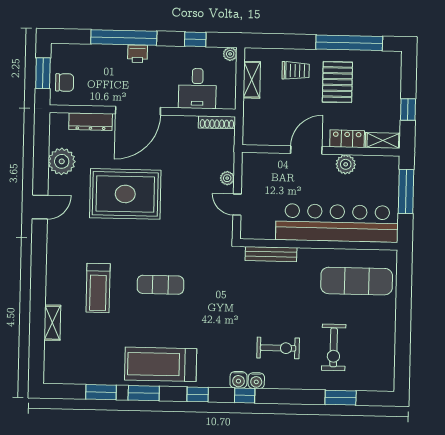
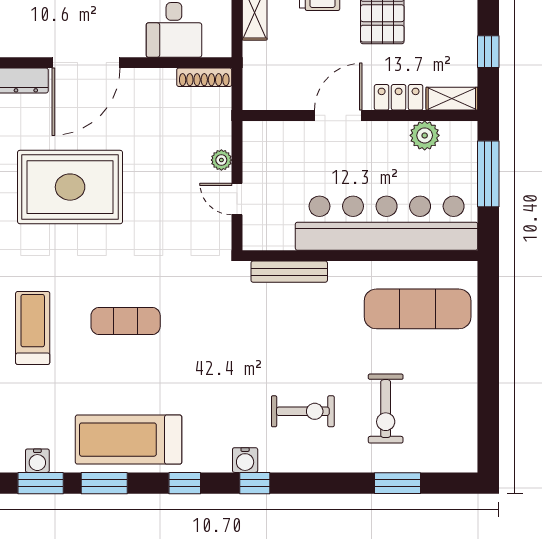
plant: (346, 164) -> (425, 135), moved
treadmill: (98, 288) -> (33, 328), turned 180
water cooler: (256, 381) -> (37, 461), moved

